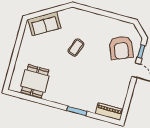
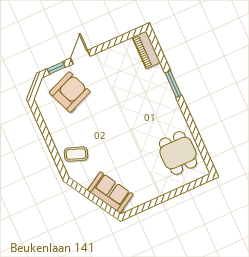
coffee table: (76, 48) -> (76, 154), moved
dining table: (35, 81) -> (178, 153), turned 90

